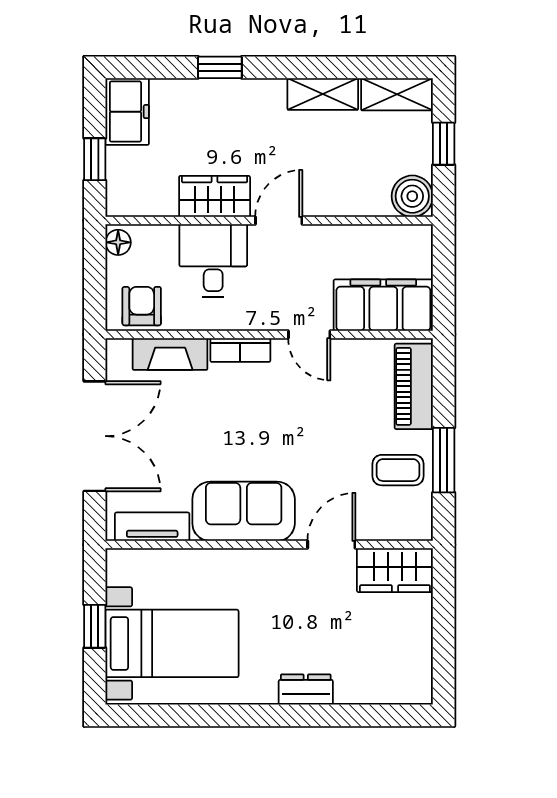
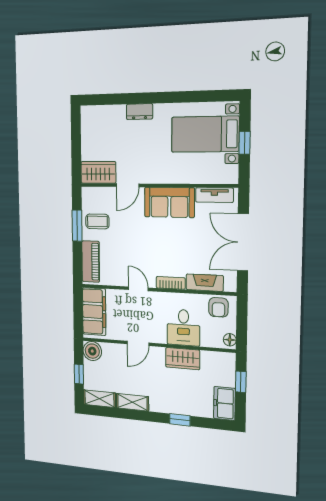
door: (279, 221) -> (138, 343), moved
filing cabinet: (383, 305) -> (94, 312), moved, turned -90

